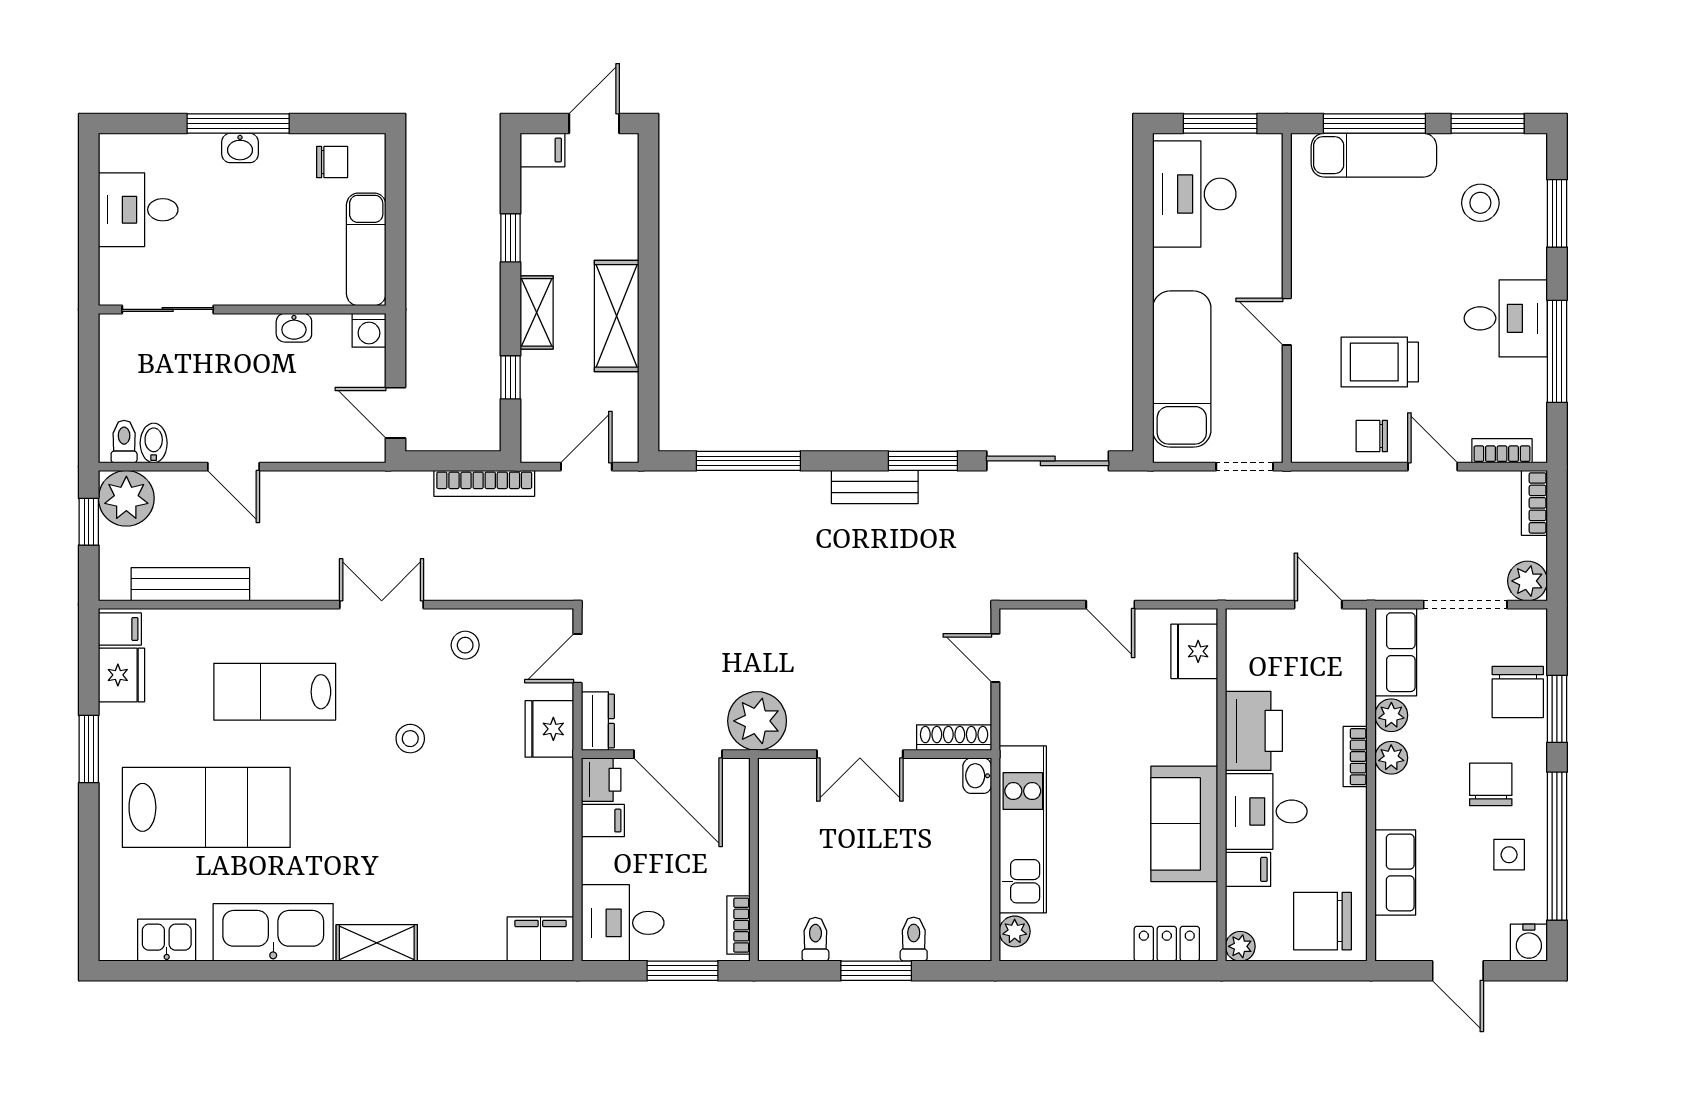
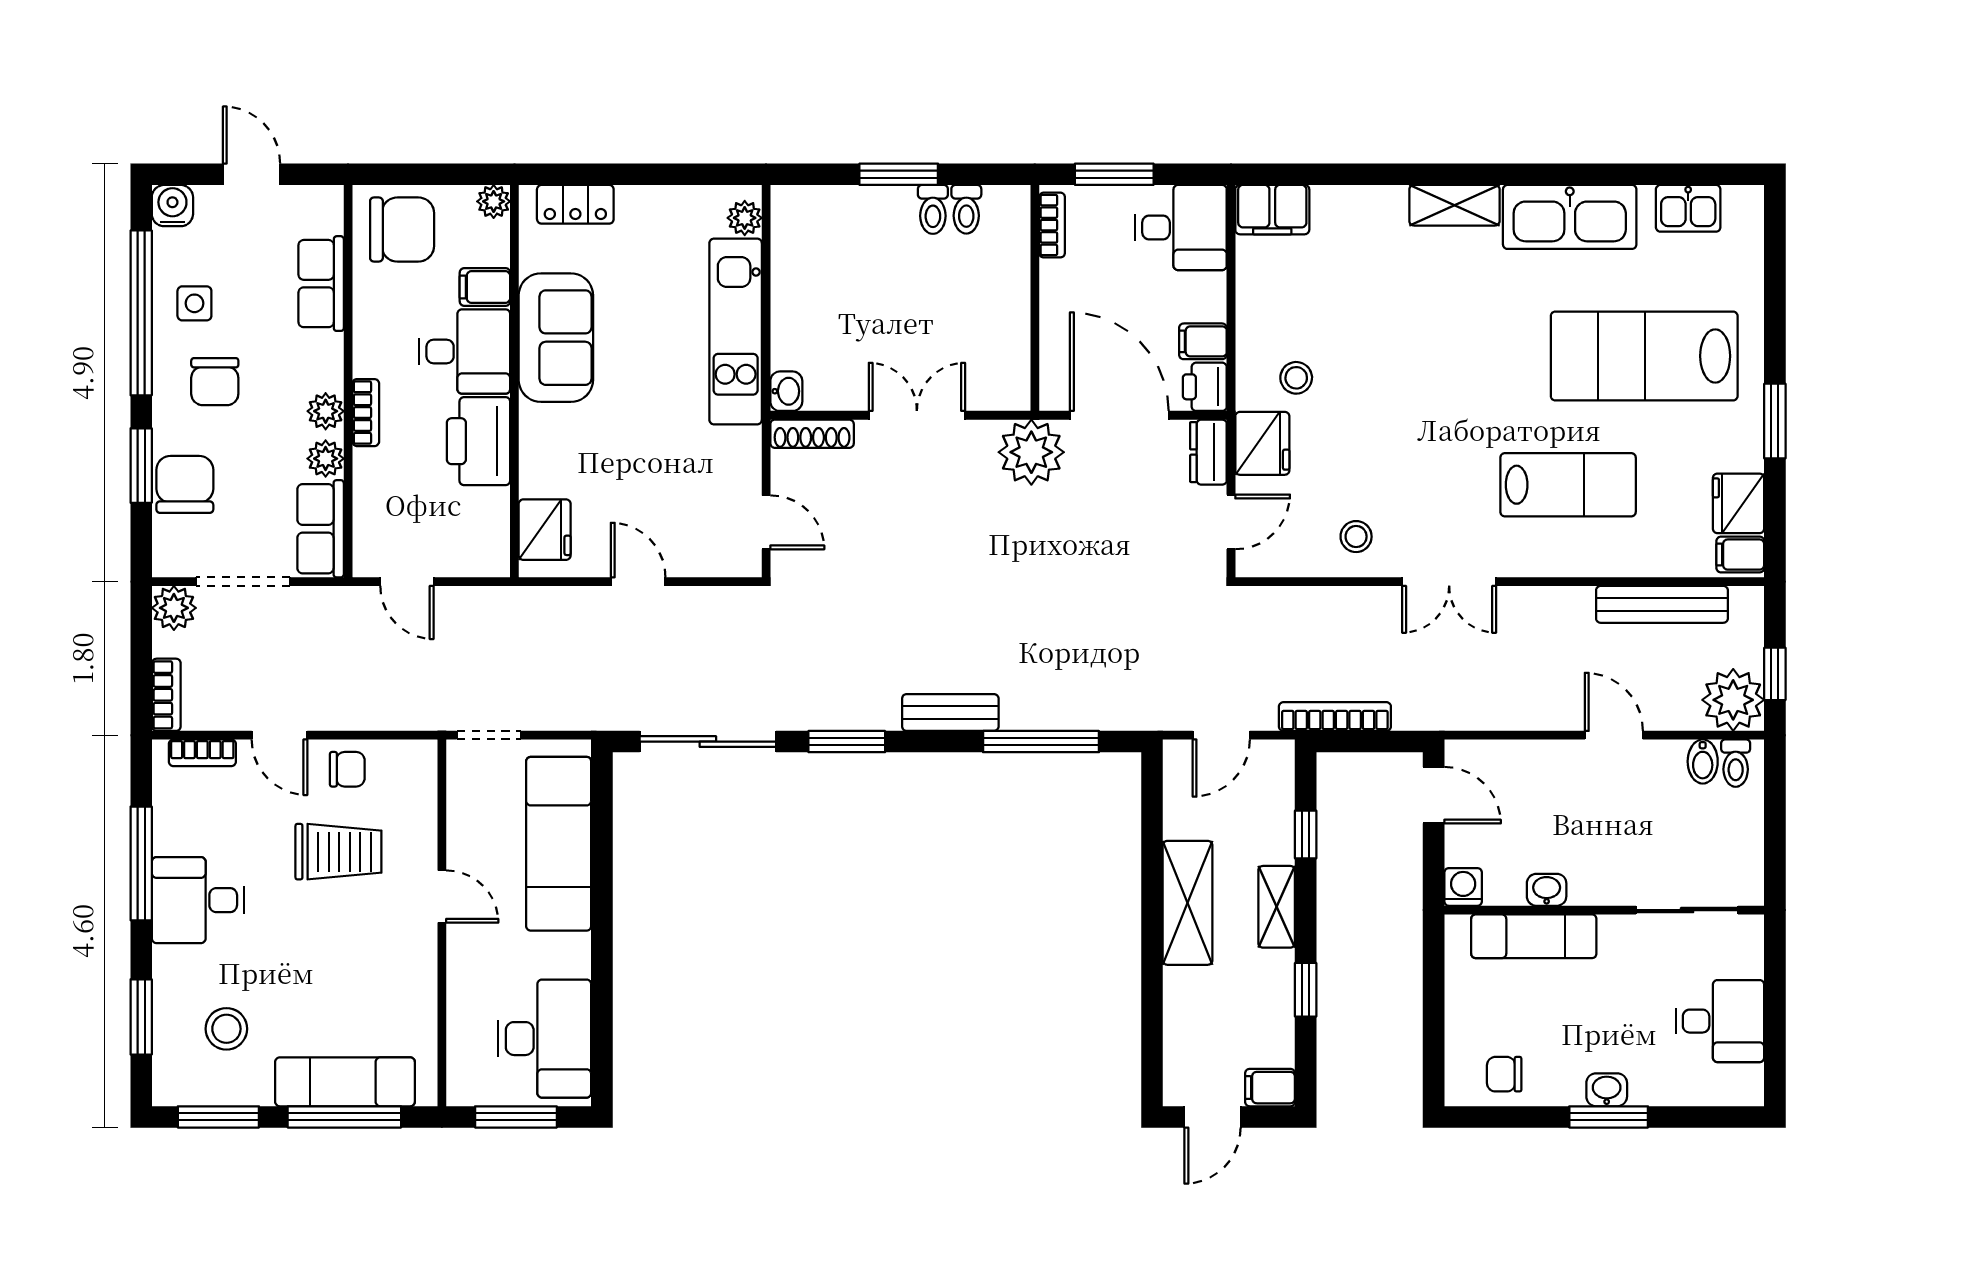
window: (238, 124) -> (1609, 1117), width x0.69
exam couch: (366, 249) -> (1534, 936), moved, turned 90
bench: (875, 487) -> (950, 712), moved
stool: (410, 739) -> (1296, 378), moved
toilet: (914, 939) -> (933, 209), moved

